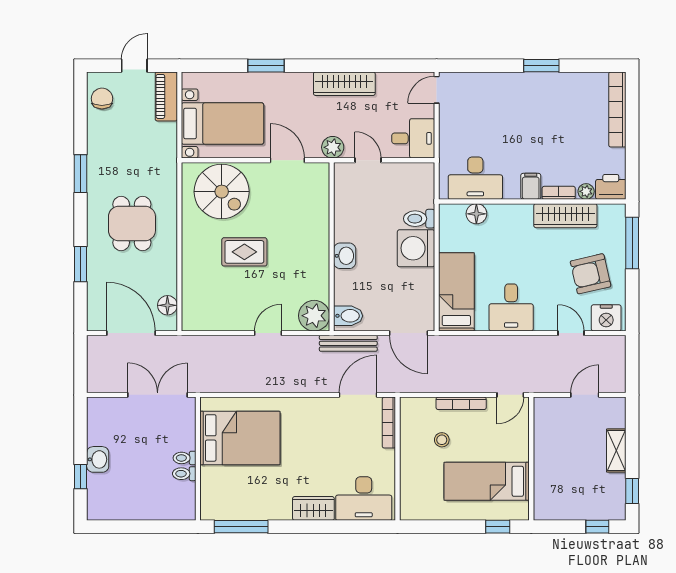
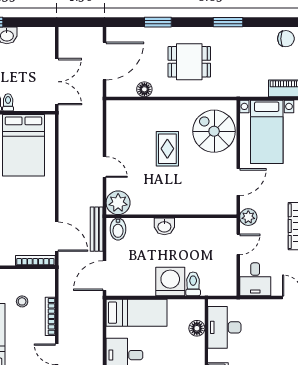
spiral stairs: (222, 192) -> (214, 131), turned 90
floor lamp: (167, 305) -> (144, 89), moved

